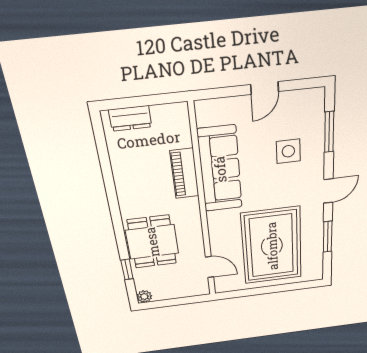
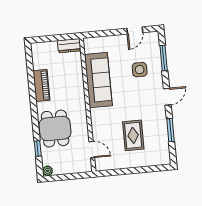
door: (265, 88) -> (135, 30), moved
dresser: (130, 118) -> (69, 46), moved
piano: (185, 174) -> (41, 85), moved, turned 180
rug: (272, 246) -> (133, 135), width x0.54, depth x0.49

